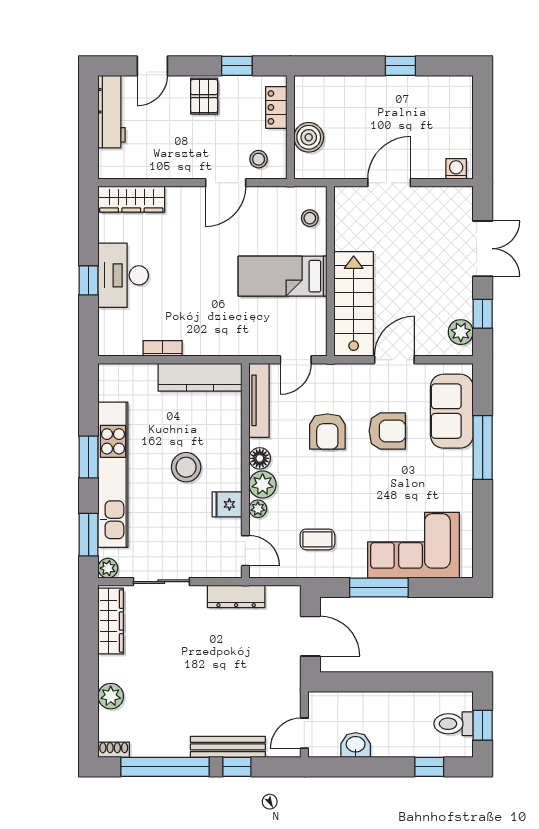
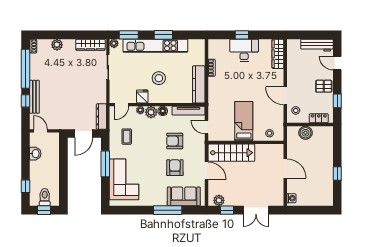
armchair: (387, 431) -> (175, 168), turned 180
dresser: (236, 596) -> (101, 116), moved

